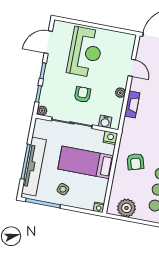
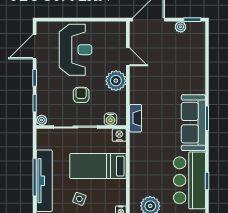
plant: (120, 93) -> (116, 81), width x1.88, depth x1.88
fireplace: (132, 104) -> (135, 118), moved
armchair: (136, 162) -> (150, 155), removed

